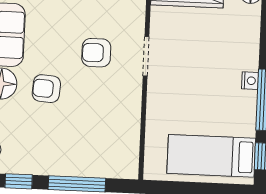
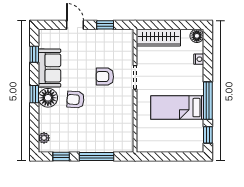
nightstand: (250, 81) -> (199, 59), moved
bed: (211, 156) -> (177, 108), moved

